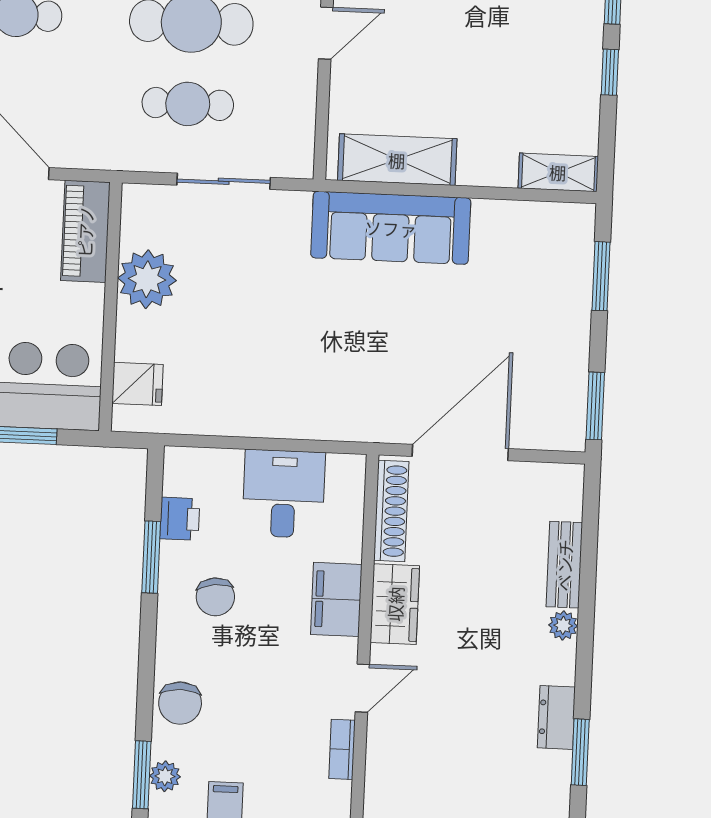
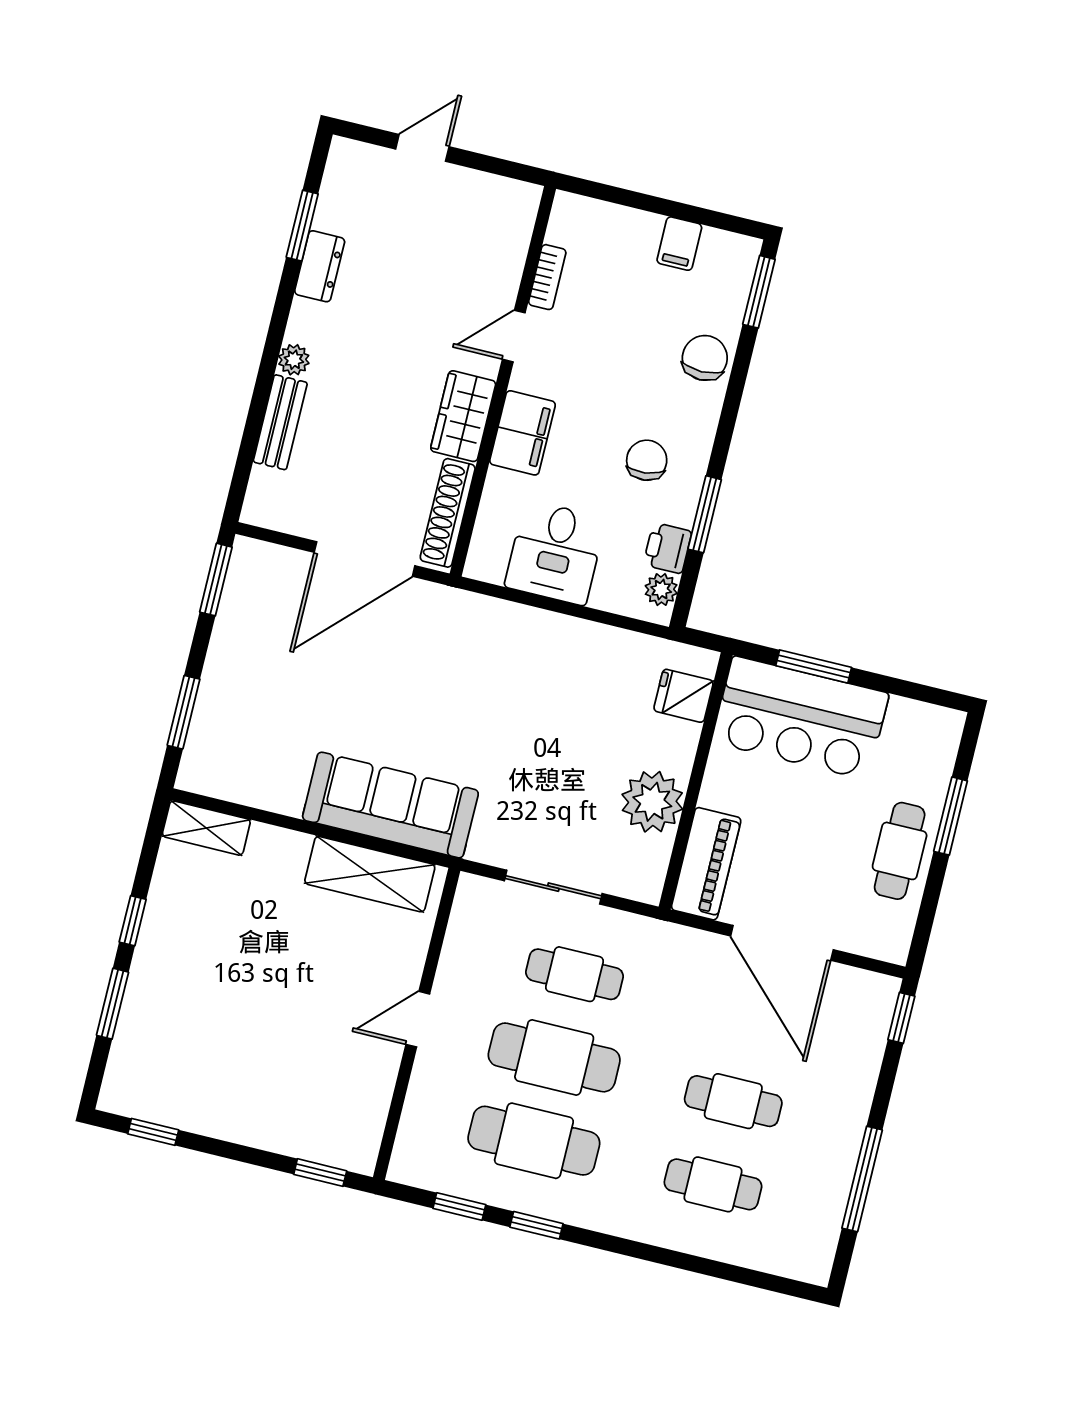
plant: (165, 776) -> (661, 590), moved

